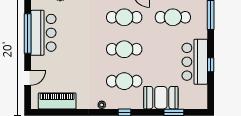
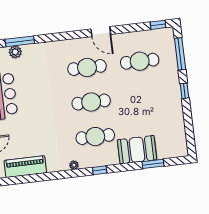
bar counter: (195, 62) -> (169, 106), removed
window: (211, 65) -> (184, 91), moved

